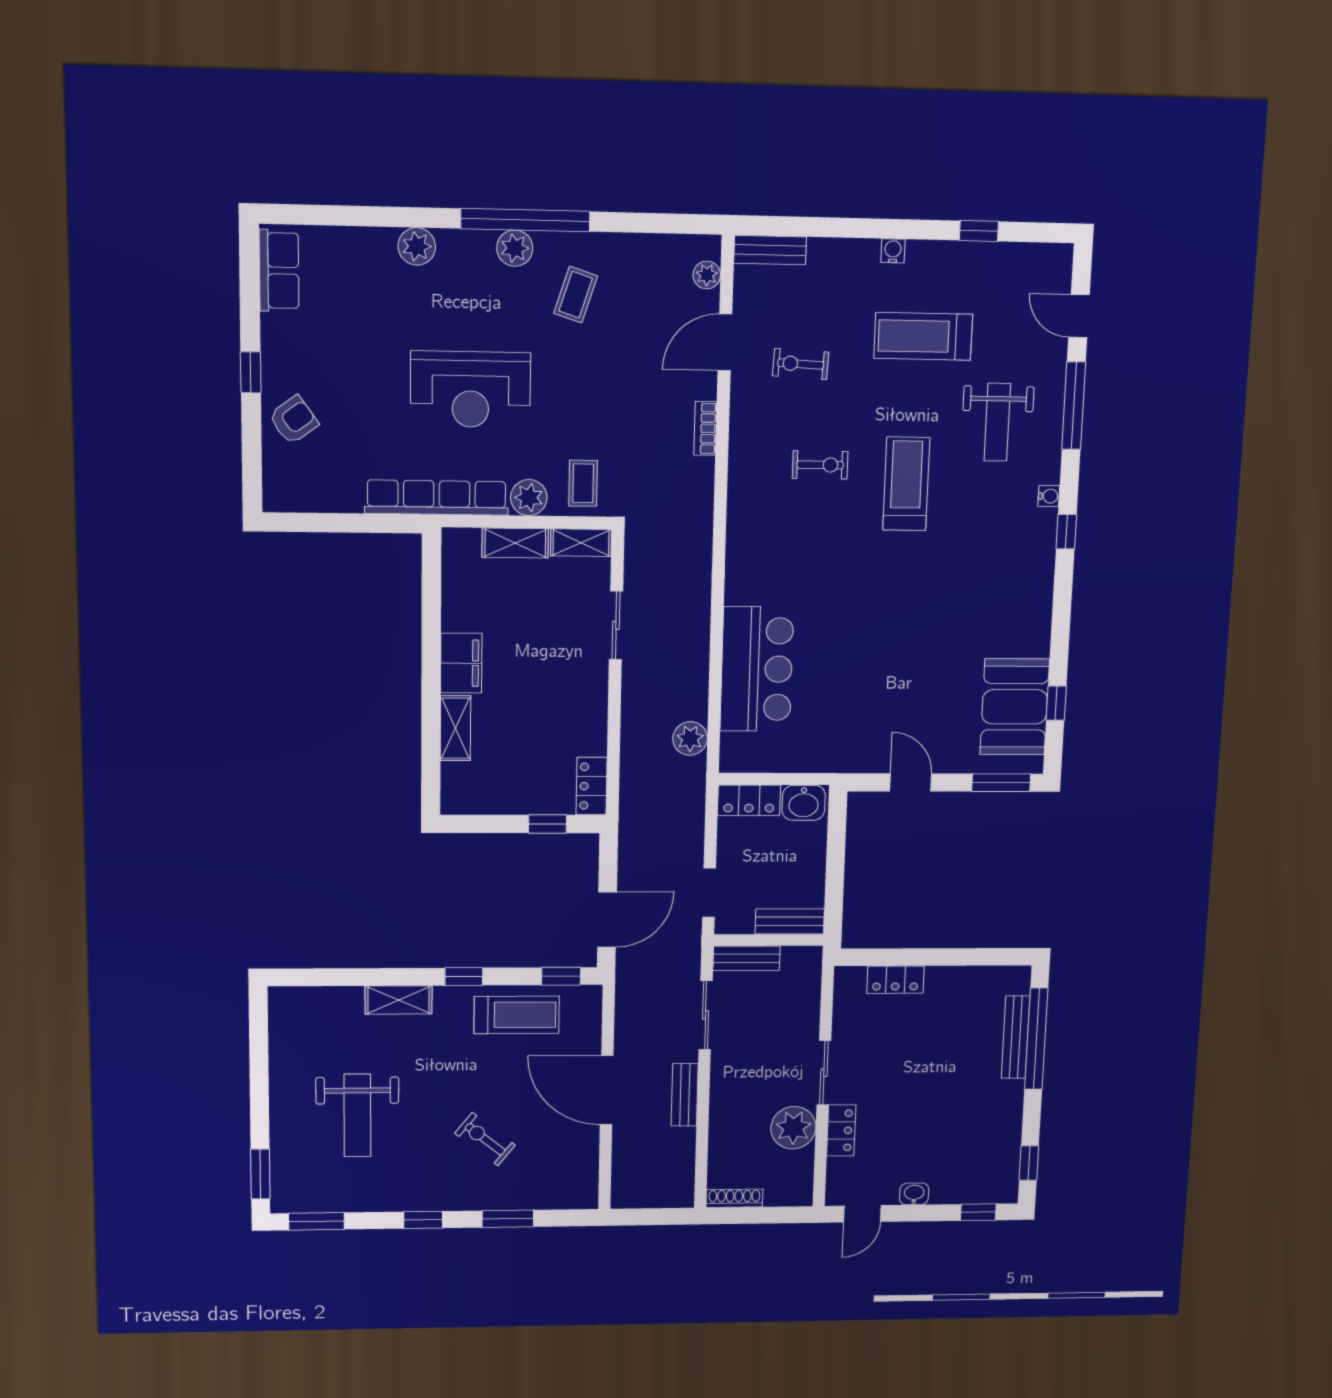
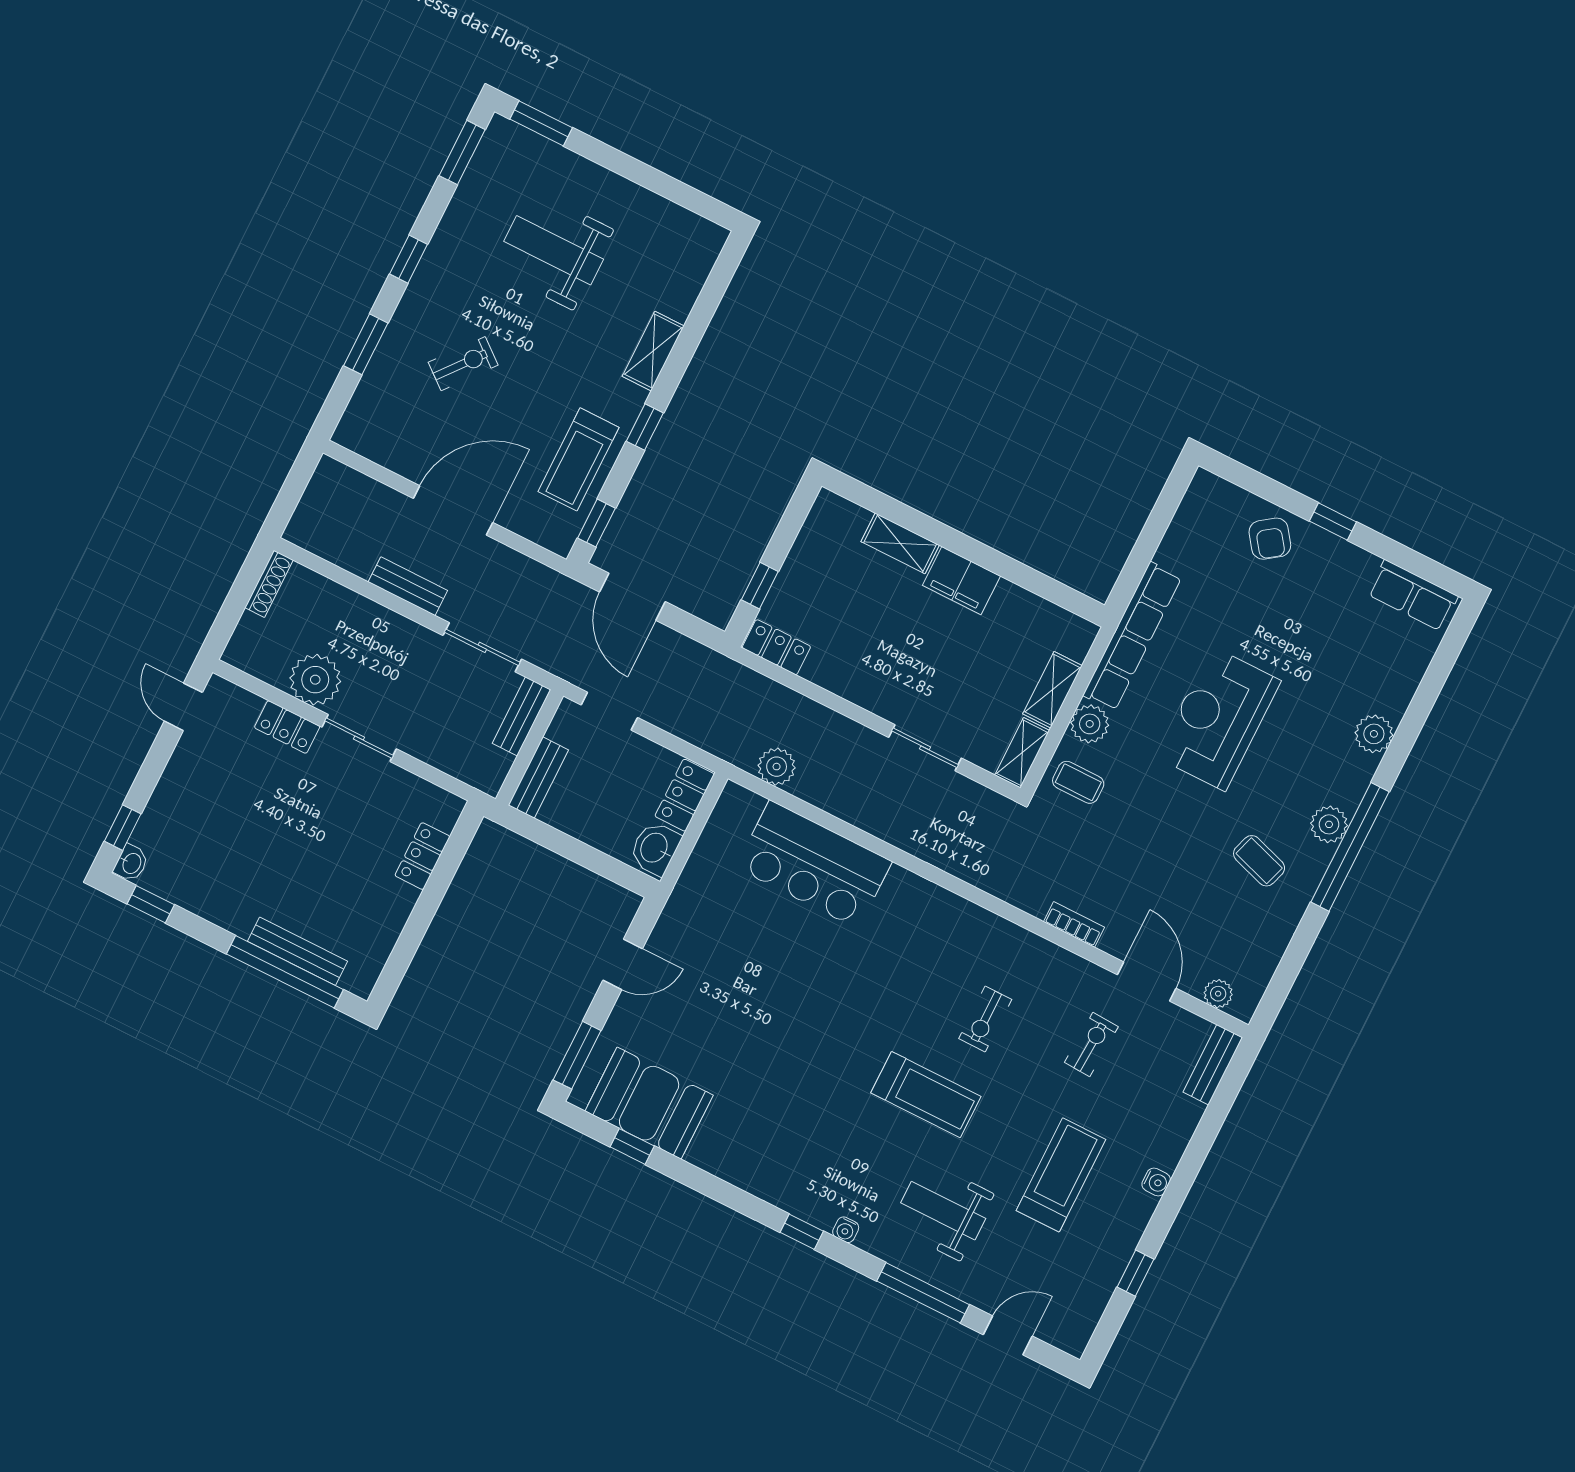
washbasin: (914, 1194) -> (131, 863), moved

